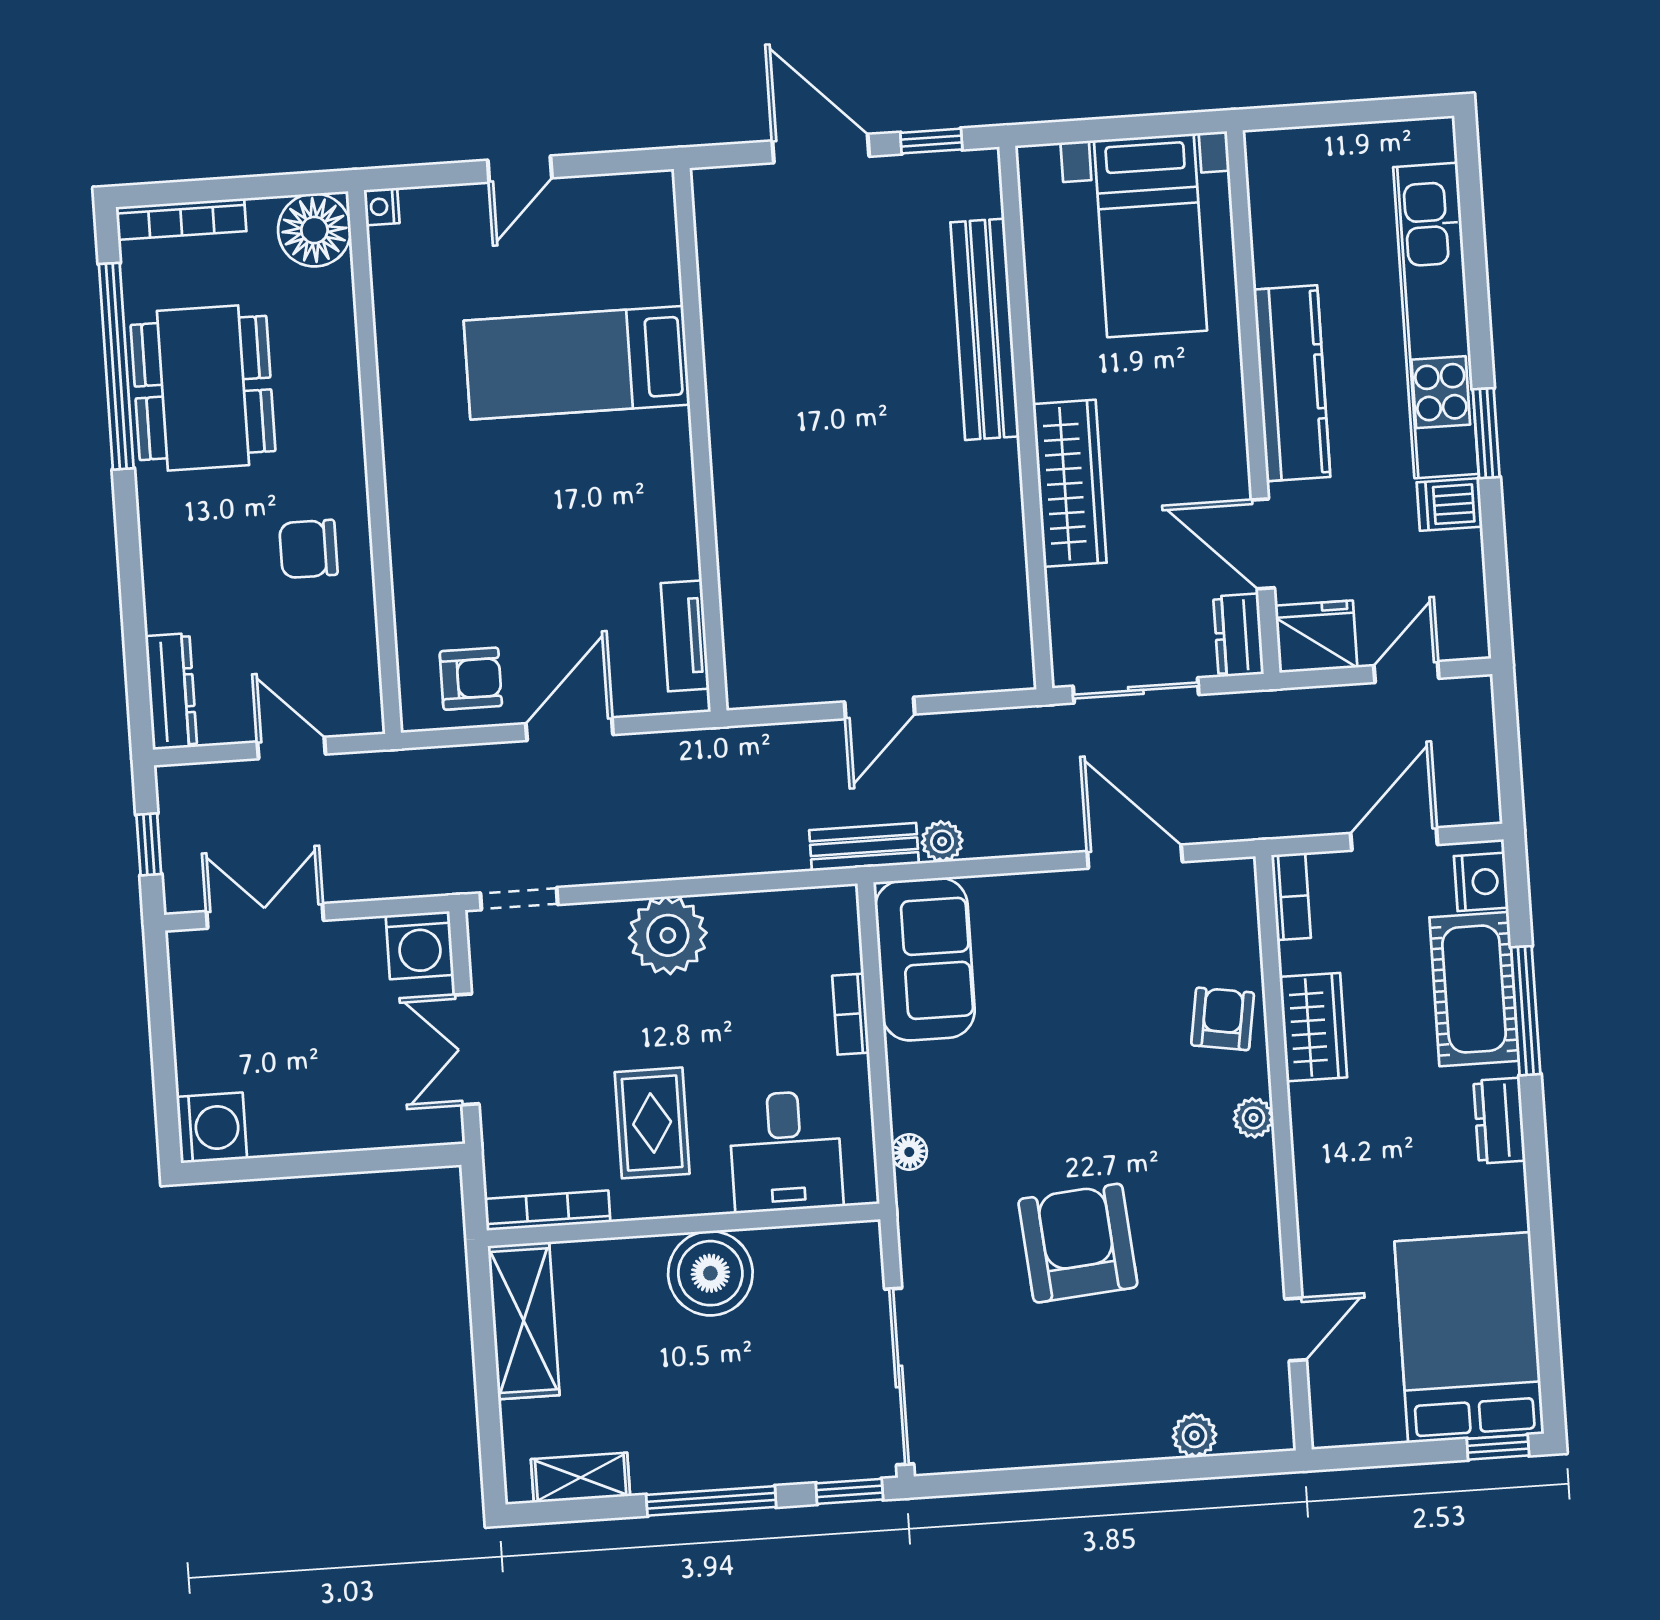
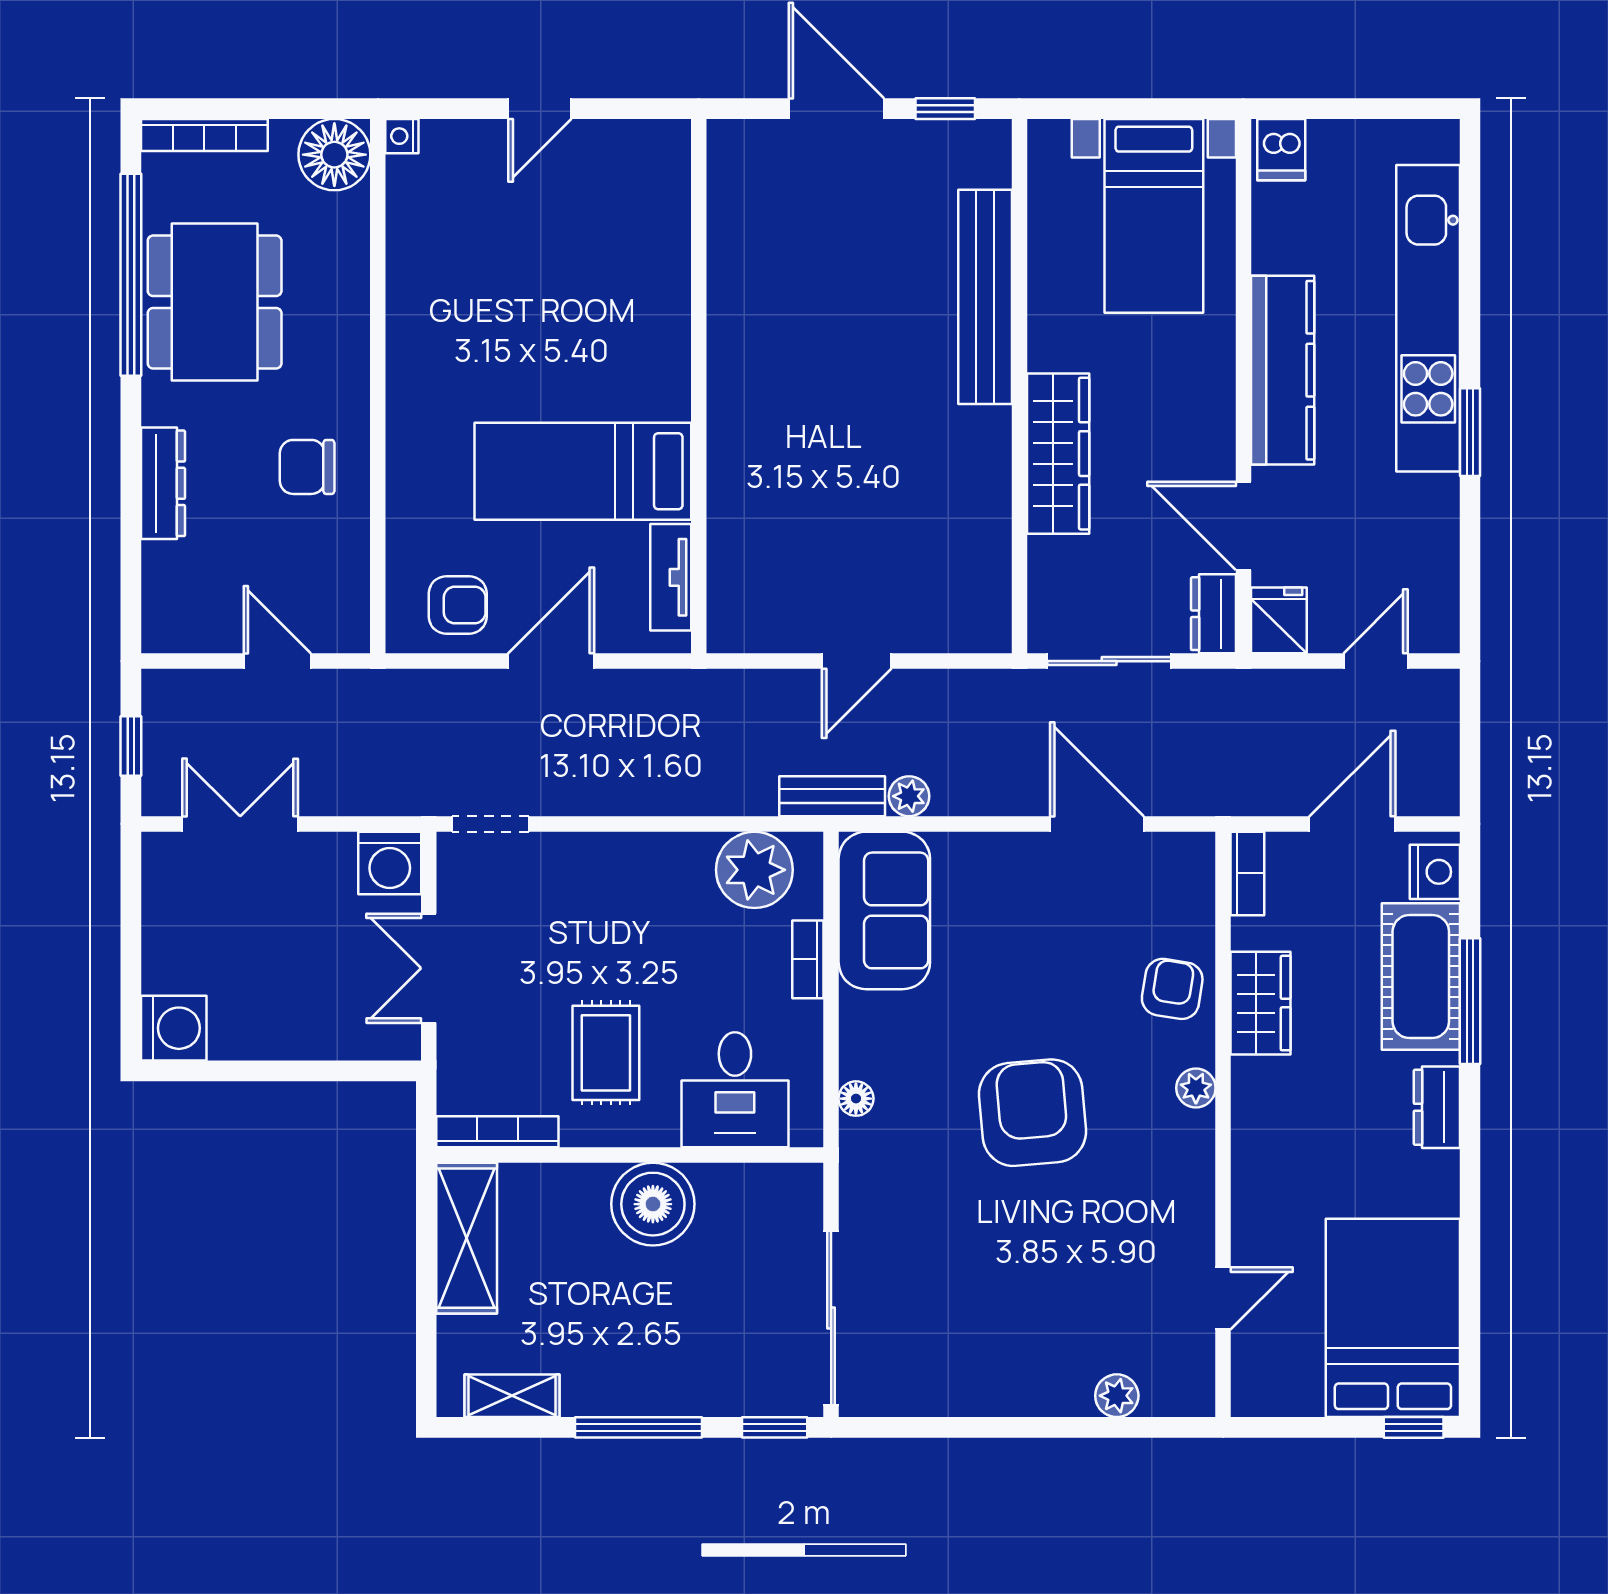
bed: (577, 363) -> (583, 471), moved
dishwasher: (1449, 504) -> (1281, 150), moved, turned -90
fridge: (1316, 637) -> (1279, 620), width x0.72
dresser: (171, 691) -> (163, 483), moved
plant: (668, 935) -> (754, 870), moved
armchair: (1078, 1243) -> (1033, 1113), moved

